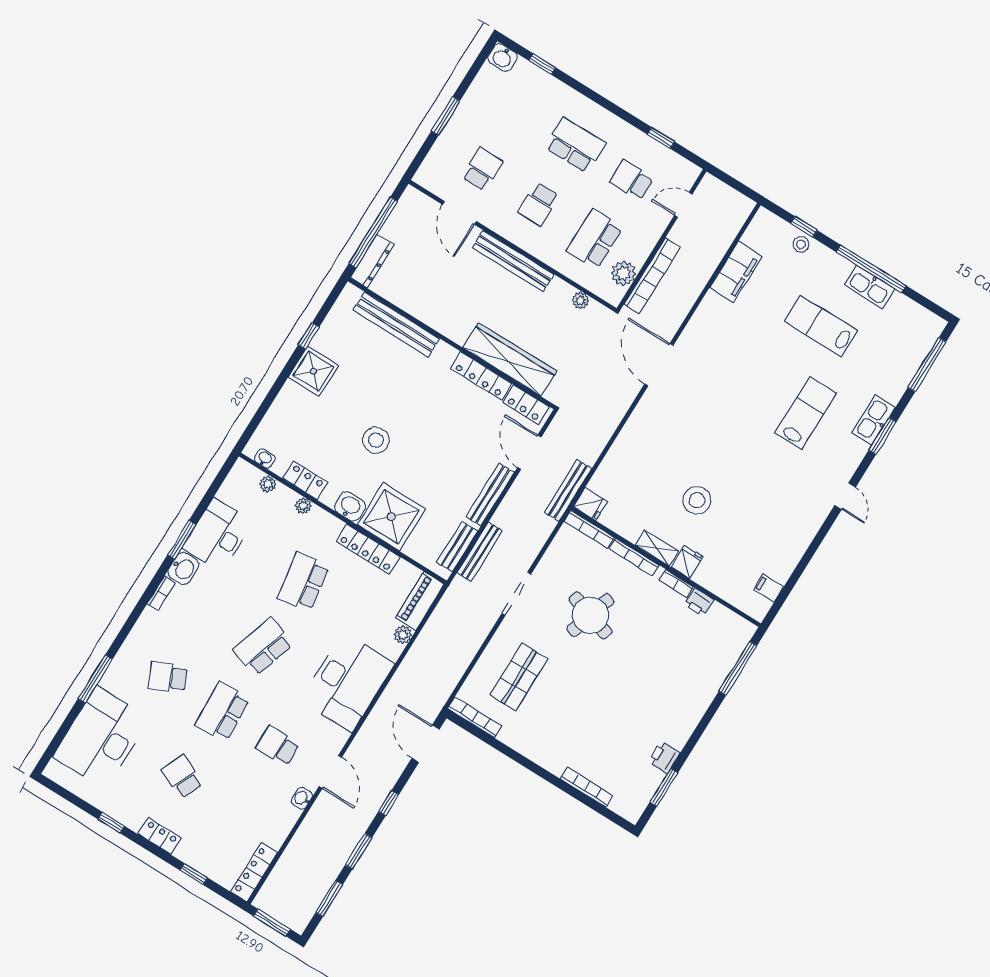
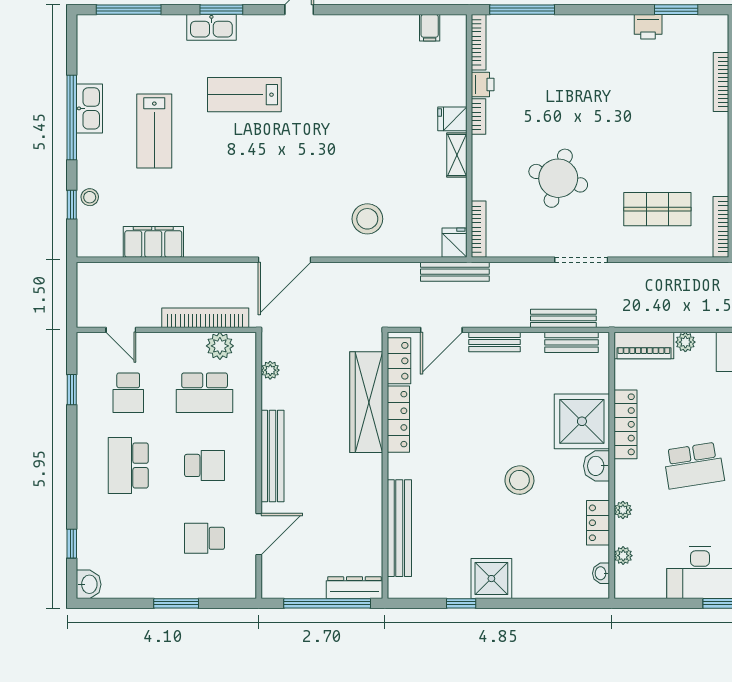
bench: (490, 495) -> (495, 342), width x0.73
stool: (697, 500) -> (367, 219), moved
bookcase: (634, 557) -> (479, 42), moved

